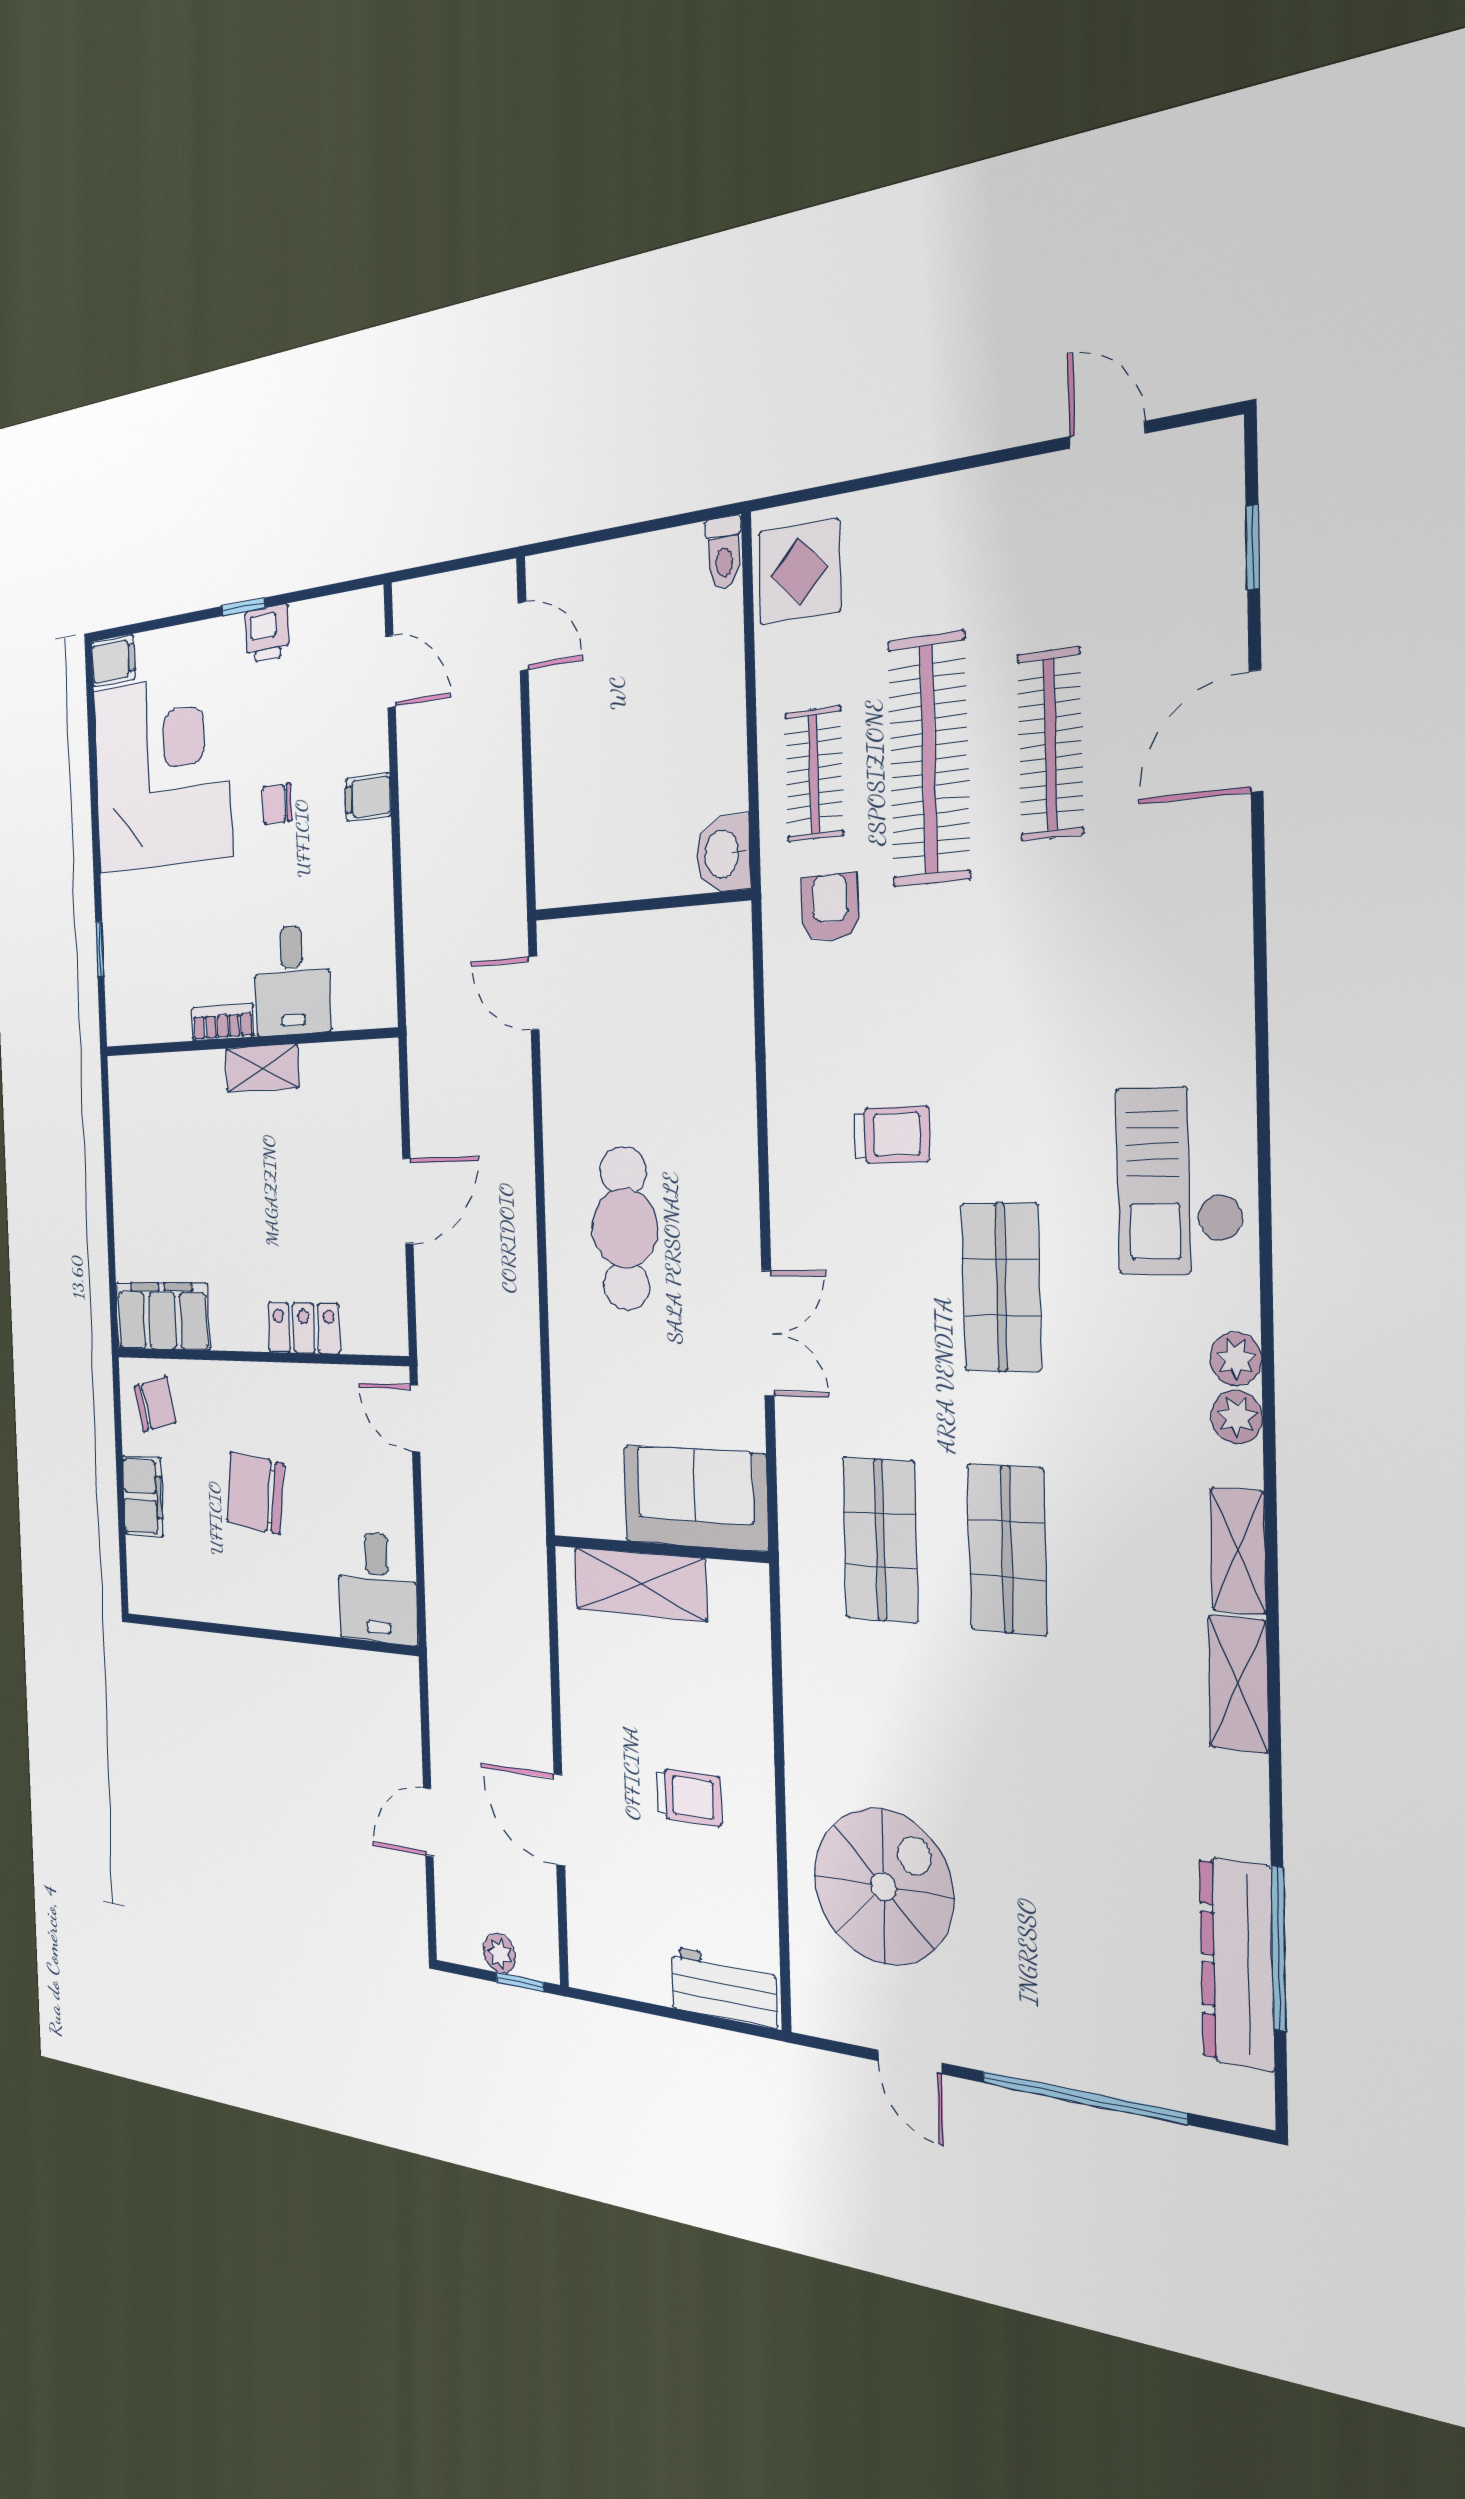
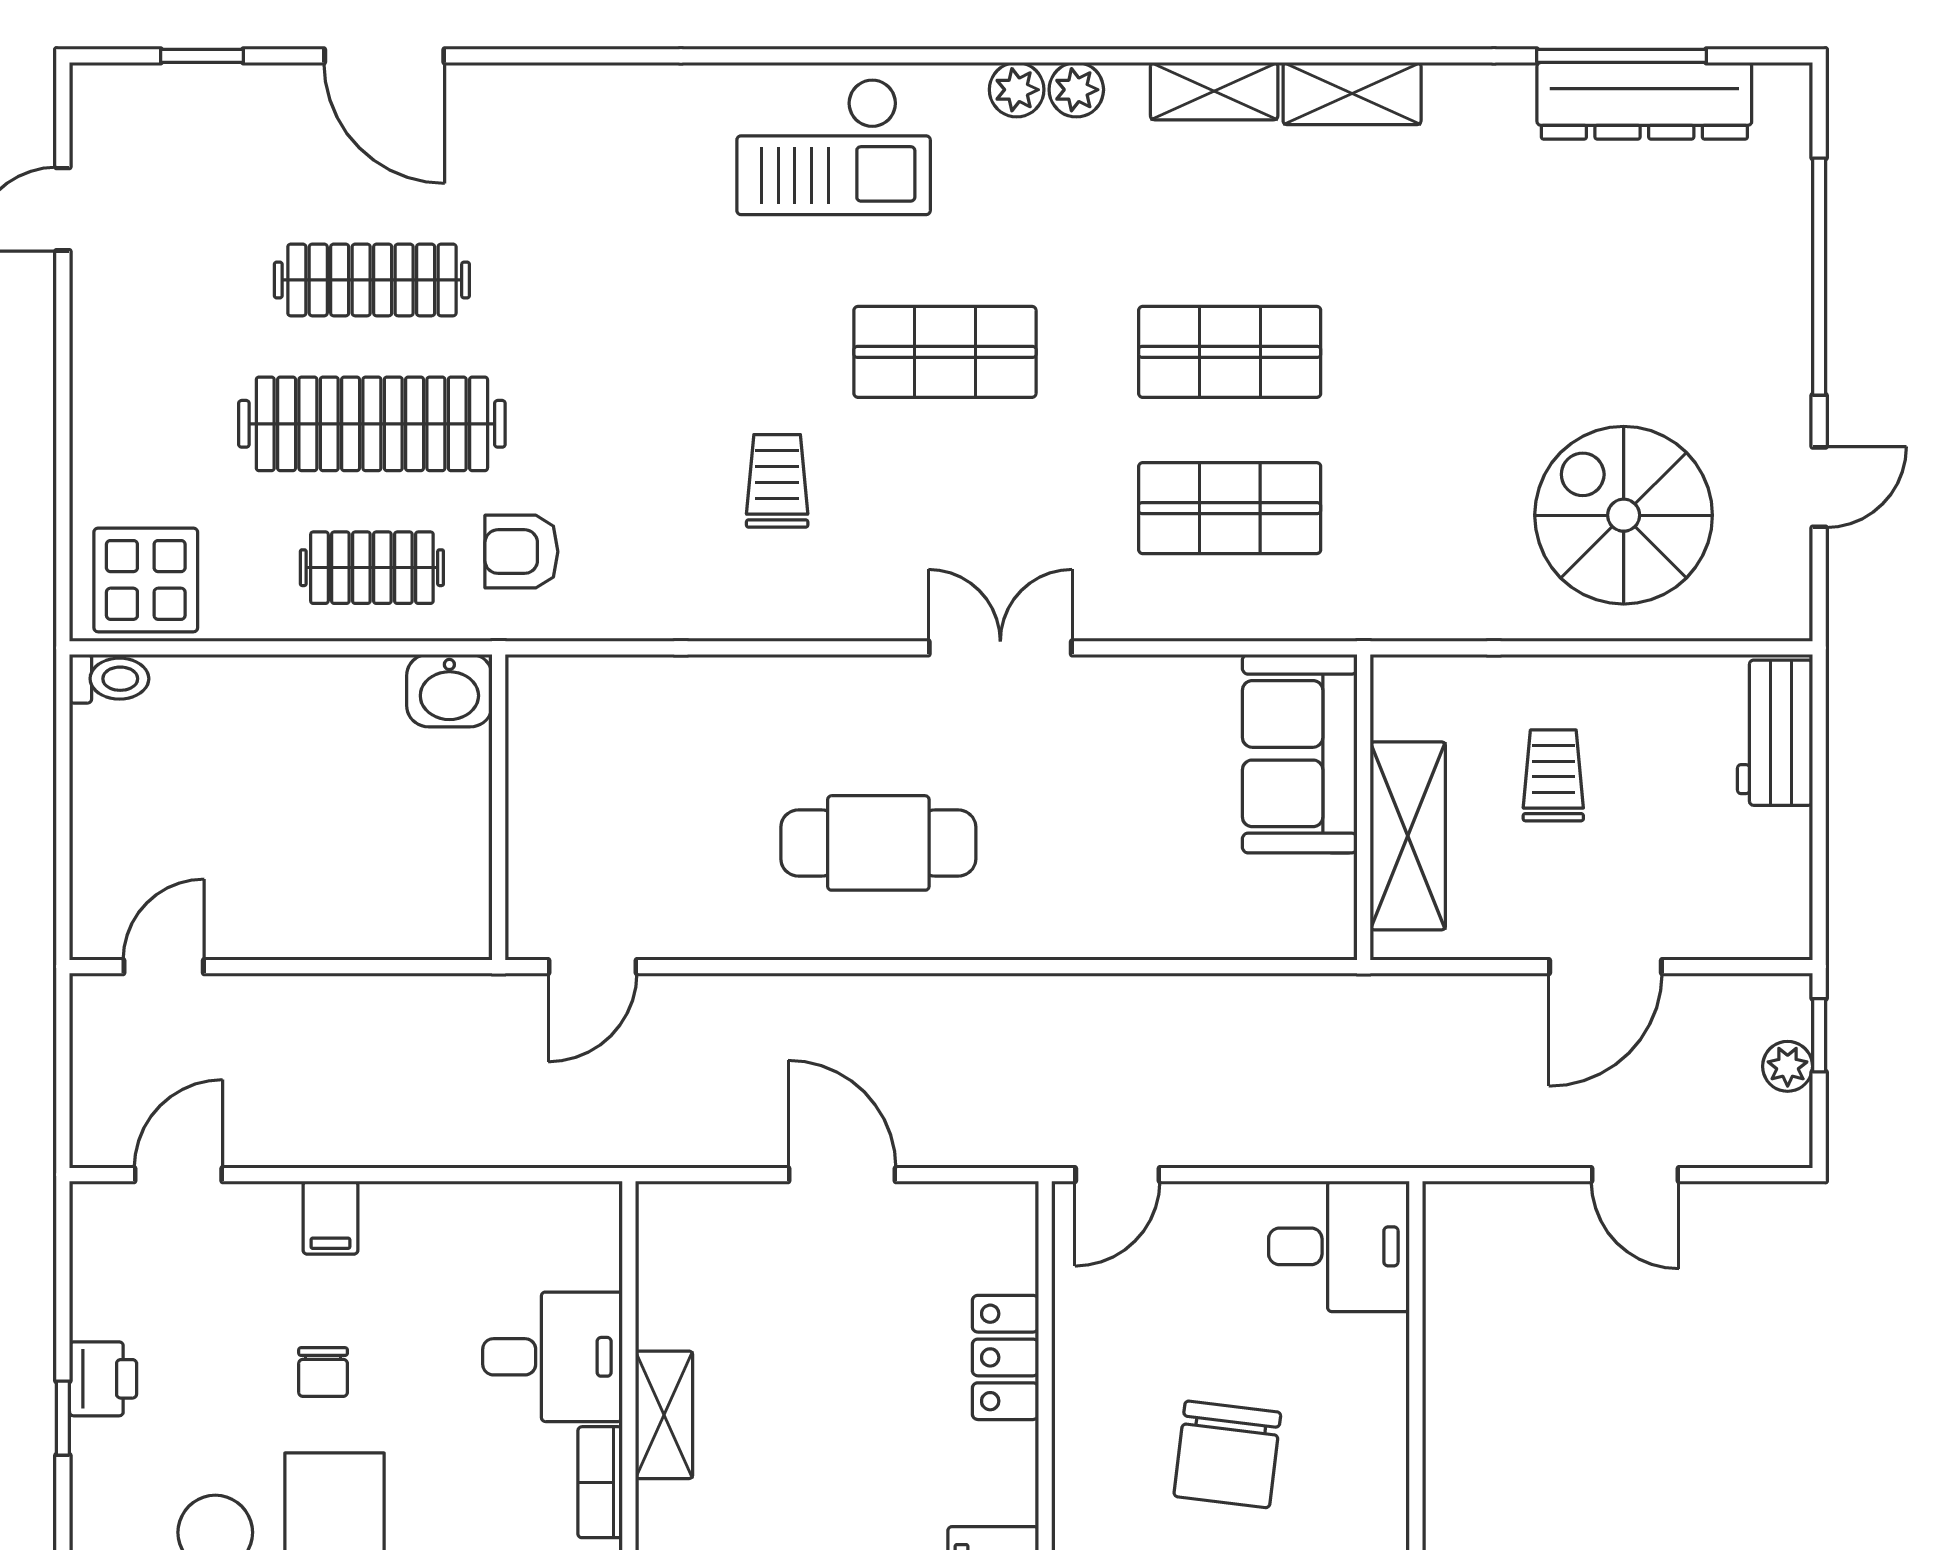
sofa: (695, 1498) -> (1300, 754), moved
wall: (659, 1549) -> (1364, 807), moved
shelving: (640, 1584) -> (1408, 836), moved

